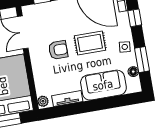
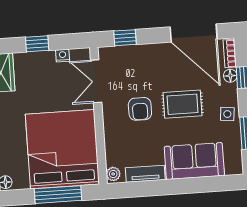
armchair: (58, 50) -> (140, 109), turned 90
floor lamp: (133, 72) -> (230, 76), moved

